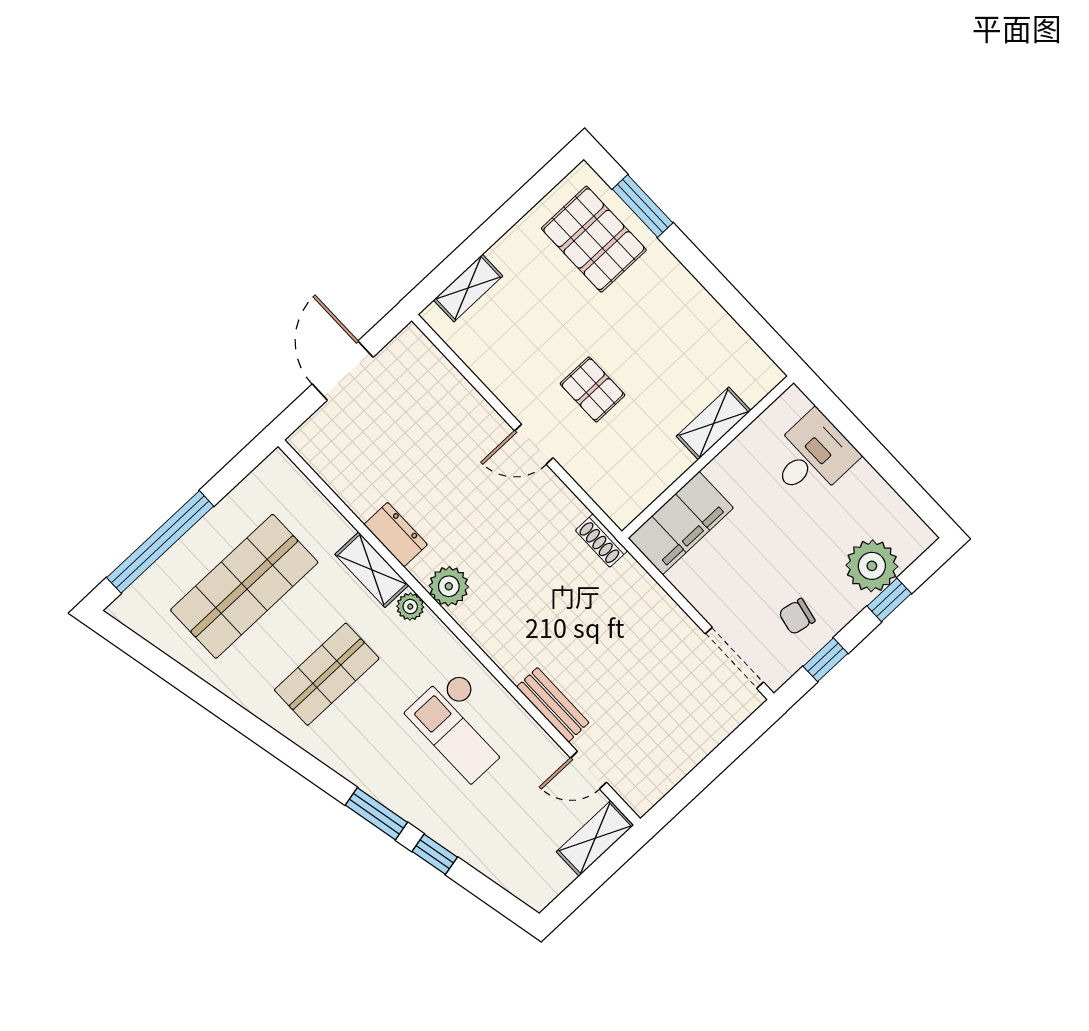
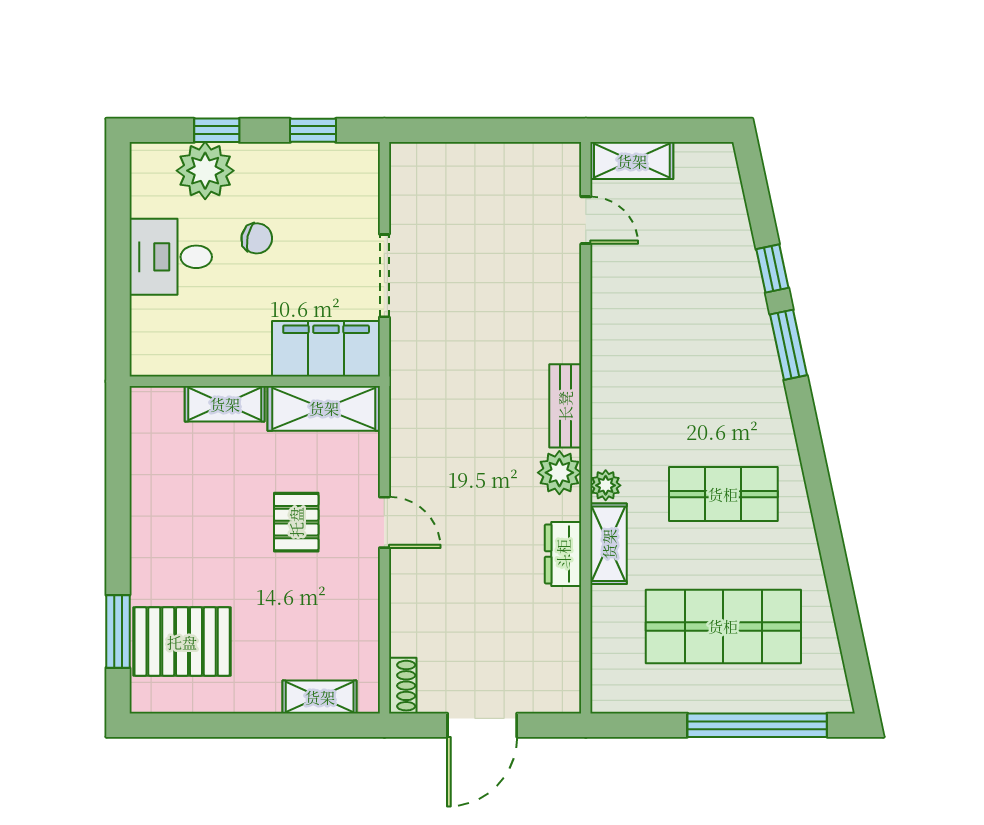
pallet: (594, 239) -> (182, 642), turned 90
desk: (812, 456) -> (171, 257), moved
shelving: (645, 482) -> (324, 408), added
shoe rack: (601, 541) -> (403, 686), moved
chair: (797, 616) -> (257, 238), moved
doorway: (734, 658) -> (384, 276), moved
bench: (553, 705) -> (565, 406), moved
checkout: (462, 725) -> (653, 351), removed

